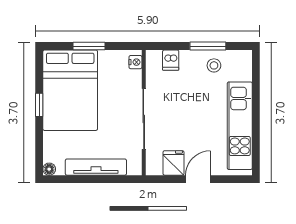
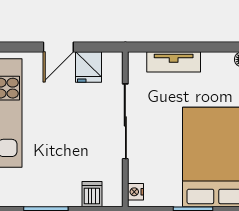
stool: (214, 65) -> (38, 188), removed
tv unit: (96, 167) -> (174, 62), width x0.71

